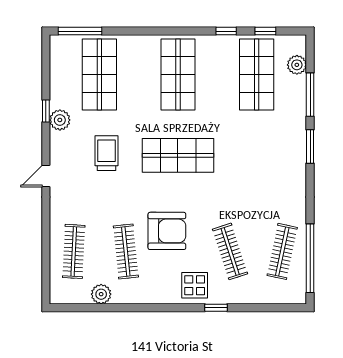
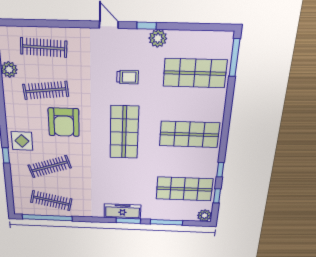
plant: (297, 65) -> (204, 216), moved
window: (46, 111) -> (147, 26), moved
trolley: (106, 153) -> (128, 77), width x0.73, depth x0.72
freezer: (295, 155) -> (122, 211), added

